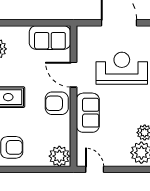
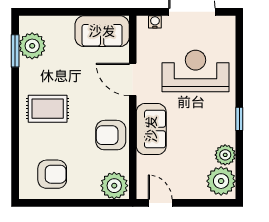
water cooler: (91, 30) -> (155, 22), added
armchair: (57, 103) -> (111, 135), moved

